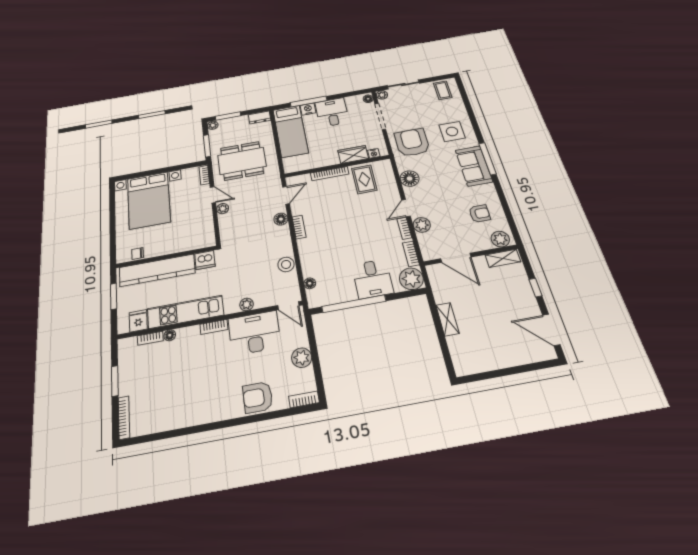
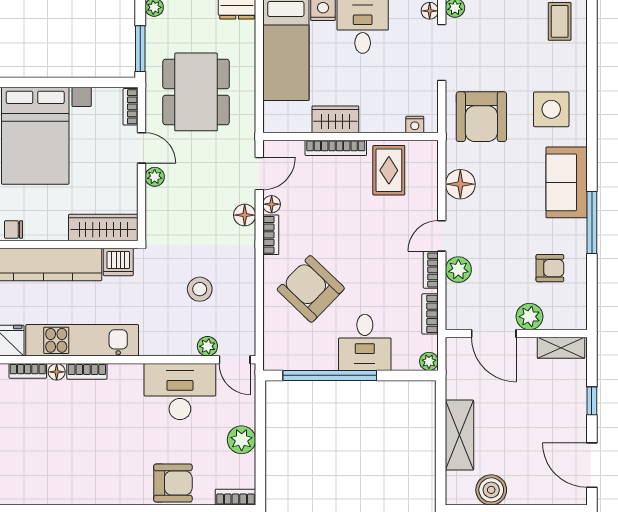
armchair: (412, 142) -> (481, 117), turned 180
wardrobe: (353, 154) -> (335, 119), moved
window: (488, 159) -> (592, 223), moved
dining table: (242, 161) -> (196, 92), turned 90
plant: (500, 239) -> (530, 317), moved
wardrobe: (194, 242) -> (103, 228), added
armchair: (330, 253) -> (311, 289), added
stool: (286, 264) -> (200, 289), moved
plant: (411, 279) -> (429, 361), width x0.53, depth x0.53
floor lamp: (310, 283) -> (272, 204), moved
plant: (247, 304) -> (207, 346), moved
shelving: (447, 319) -> (459, 435), width x1.50, depth x1.33
bookcase: (214, 327) -> (87, 371), moved
boiler: (486, 360) -> (491, 490), added
armchair: (258, 397) -> (173, 483), turned 180

